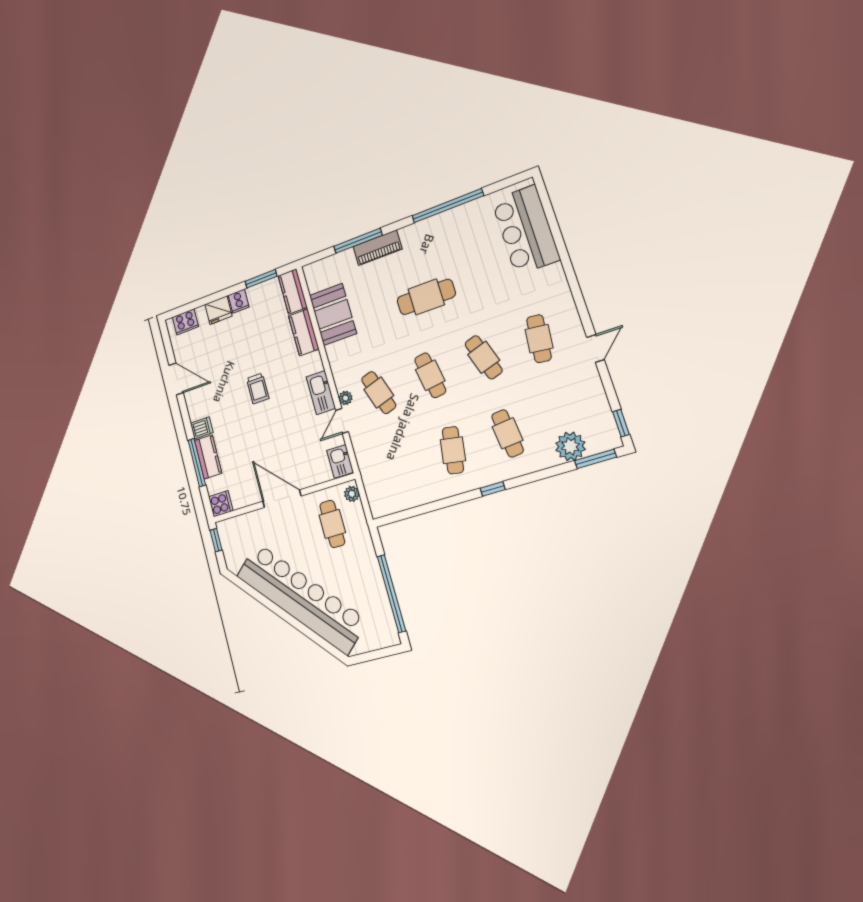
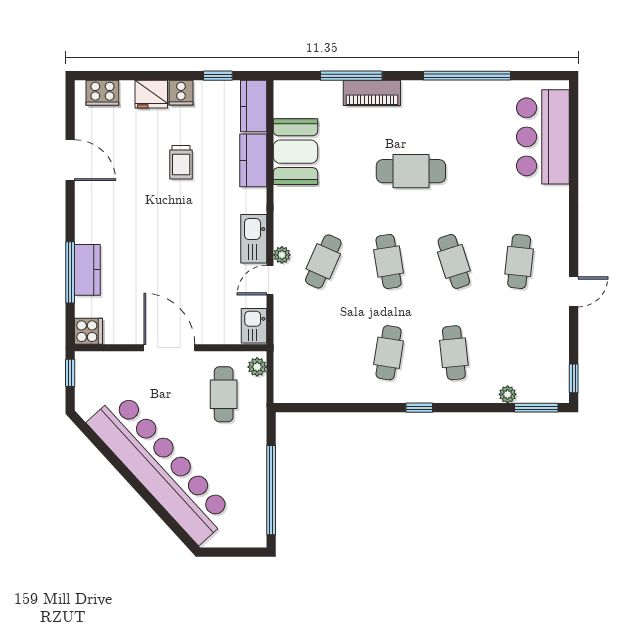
window: (261, 279) -> (218, 76), width x0.67
trolley: (258, 388) -> (181, 162), moved
cafe table: (379, 393) -> (323, 261), turned 42
dishwasher: (202, 428) -> (88, 232), removed
plant: (570, 446) -> (508, 394), width x0.53, depth x0.53

